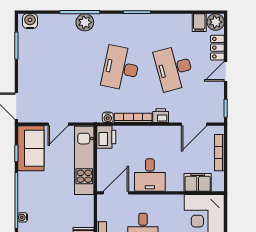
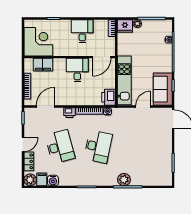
water cooler: (30, 21) -> (53, 180), moved

